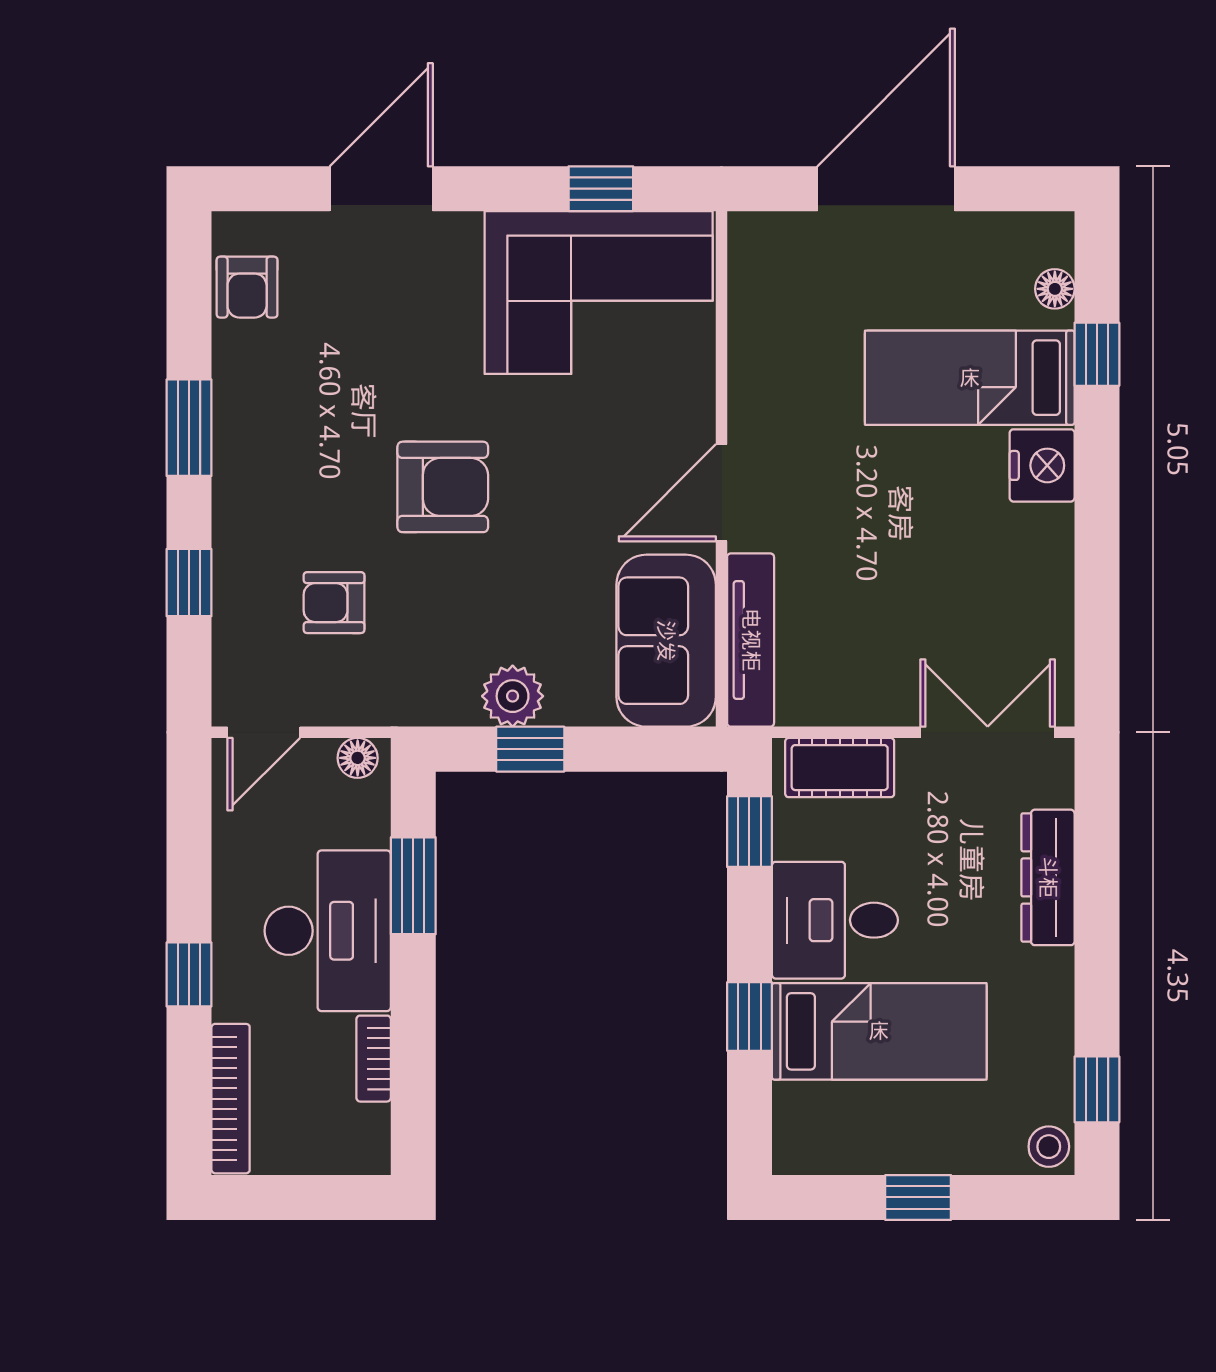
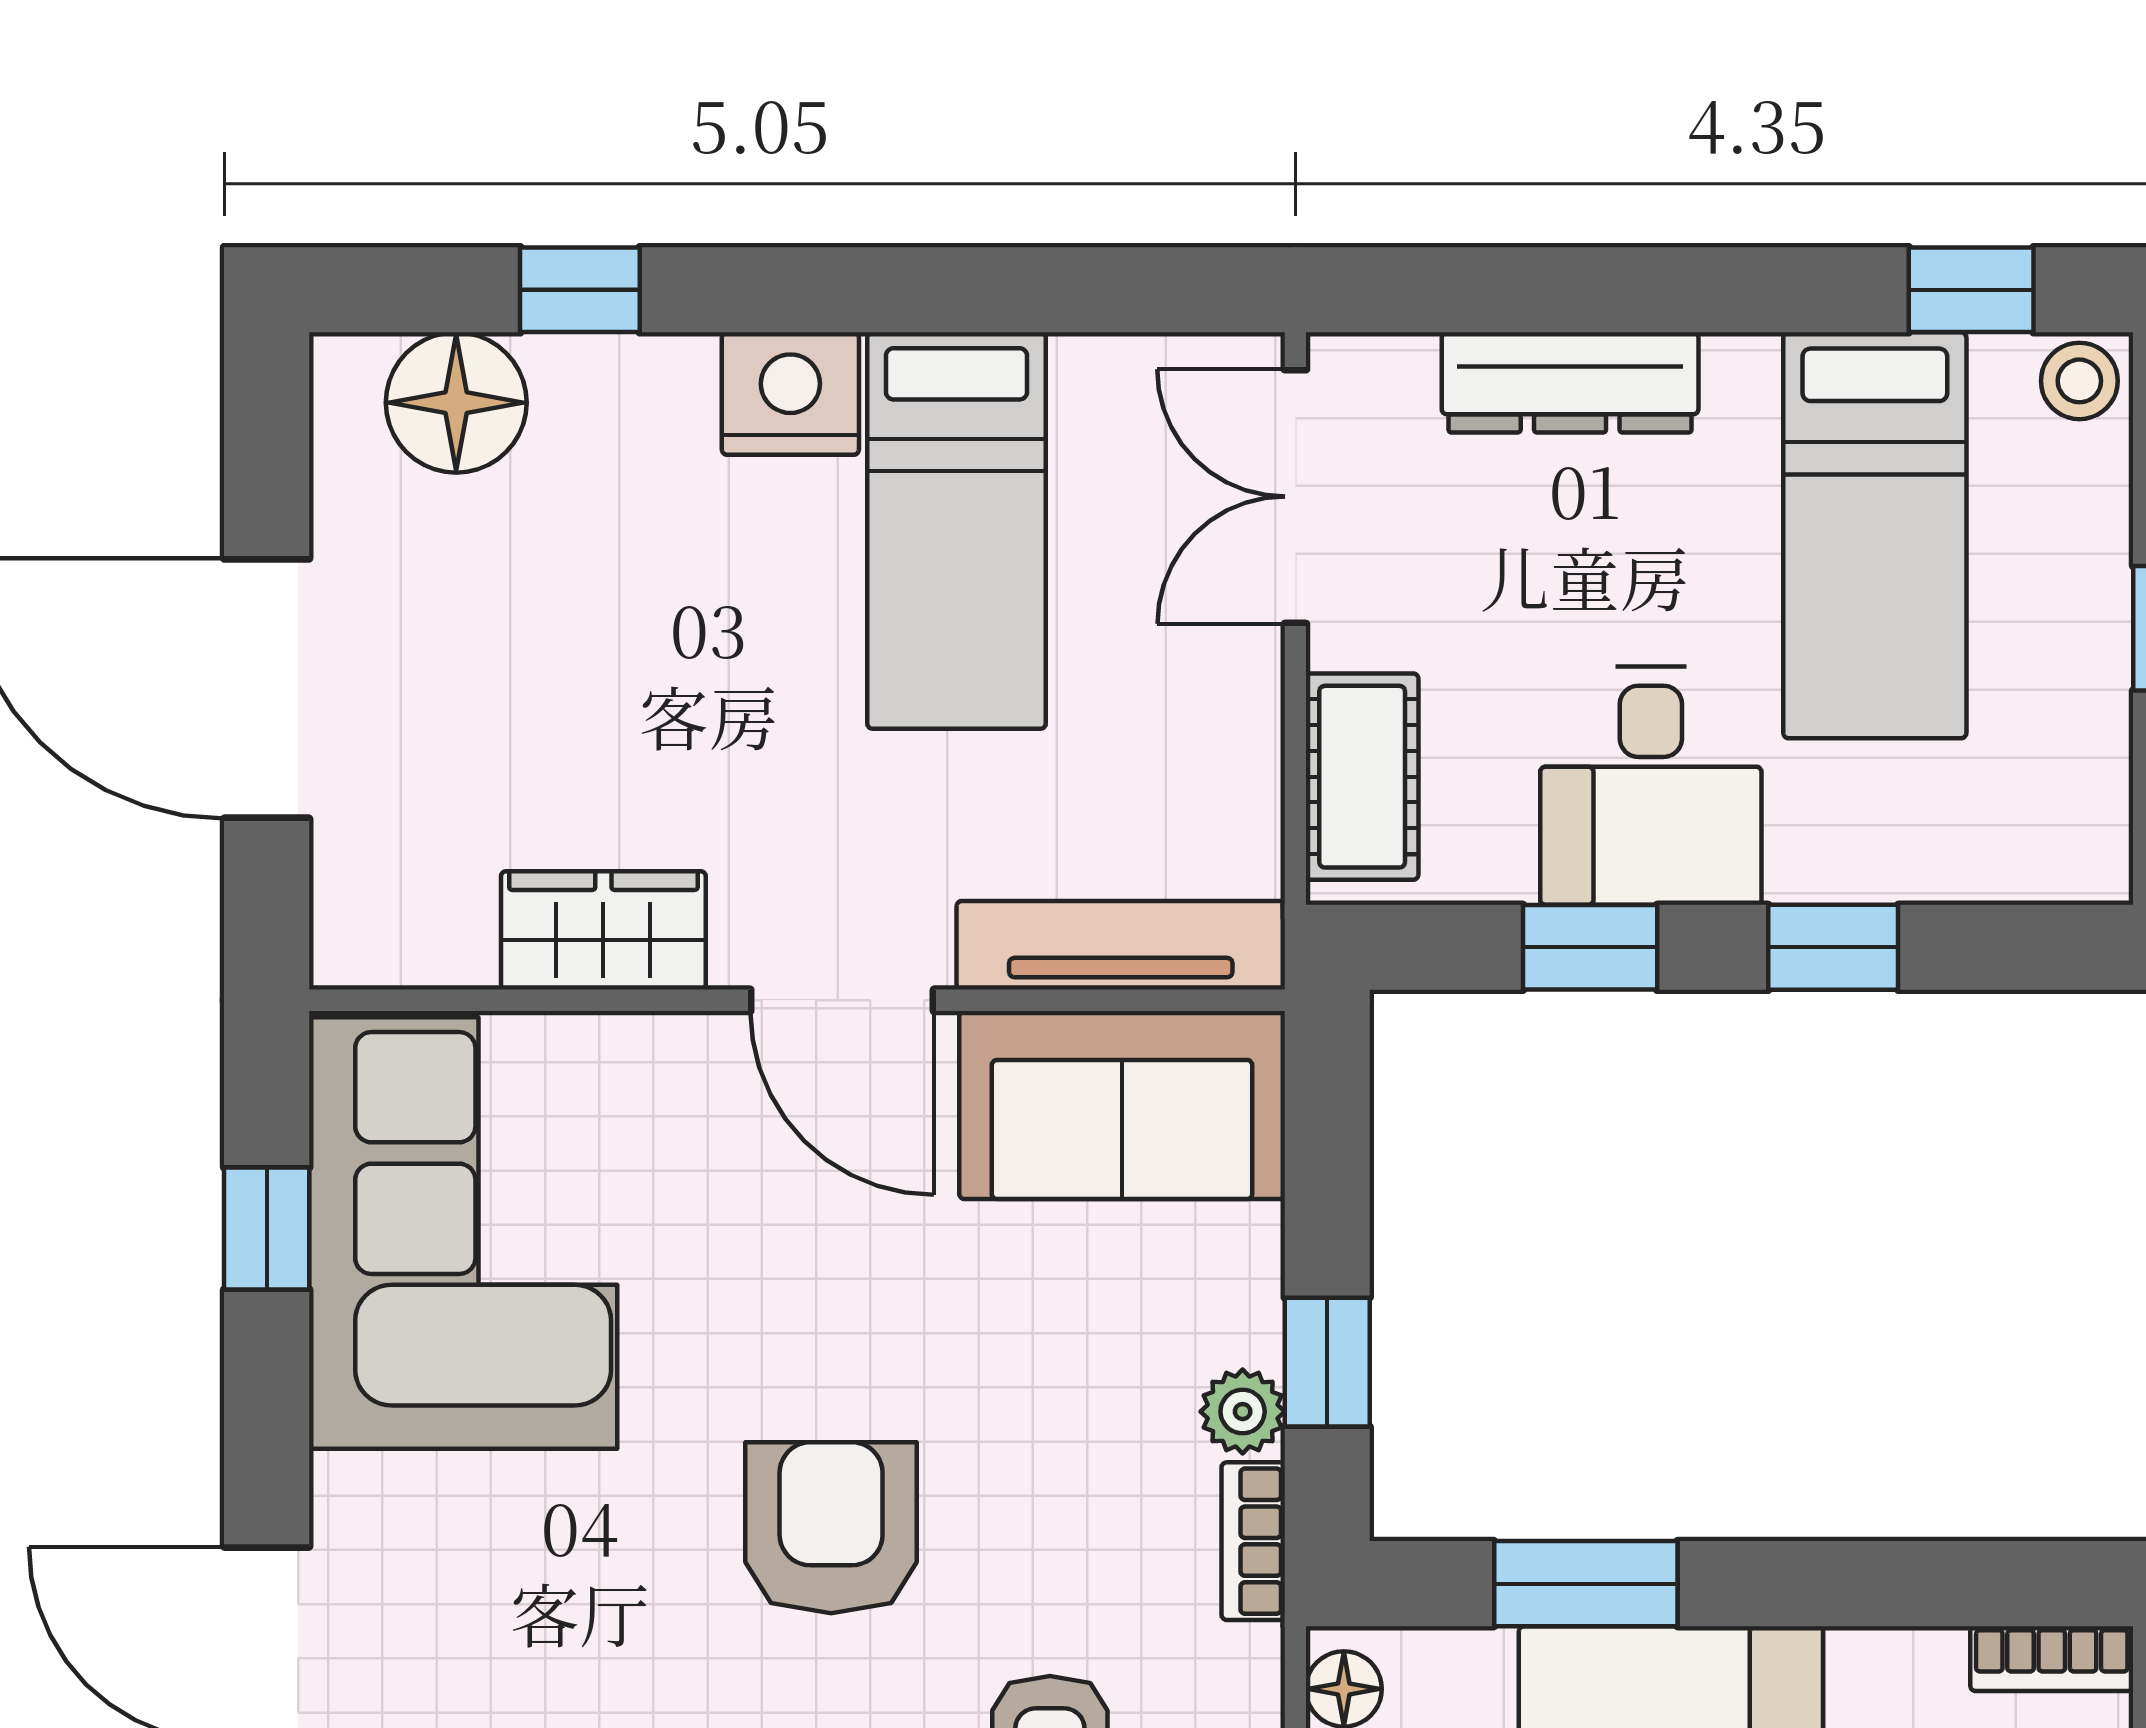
floor lamp: (1055, 289) -> (456, 403), width x1.89, depth x1.89
wardrobe: (758, 367) -> (603, 930), added
bed: (970, 378) -> (957, 530), moved
plant: (513, 696) -> (1243, 1412), width x0.73, depth x0.73
bookcase: (436, 710) -> (1253, 1541), added
window: (749, 832) -> (1590, 947), moved
bed: (879, 1031) -> (1875, 535), moved, turned 180
bookcase: (374, 1059) -> (2052, 1659), moved

